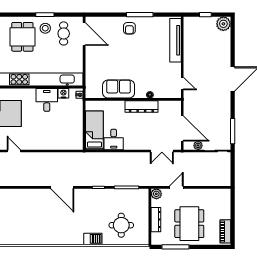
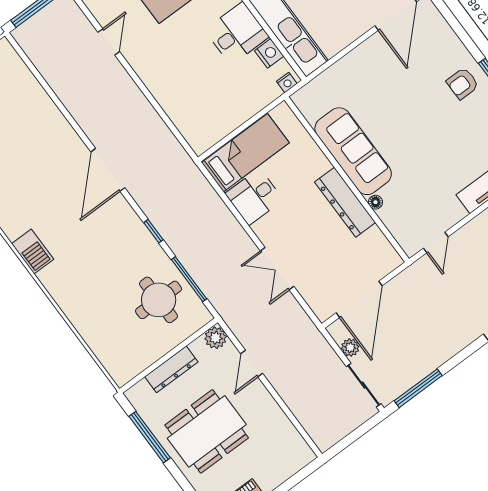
sofa: (119, 89) -> (353, 151), width x1.36
double door: (162, 151) -> (277, 269), moved
door: (176, 187) -> (252, 364), swing flipped
round table: (121, 225) -> (159, 300), moved
barbecue: (93, 239) -> (33, 251), moved

